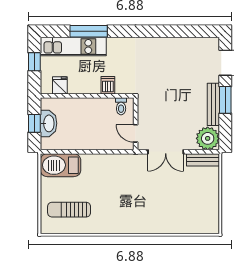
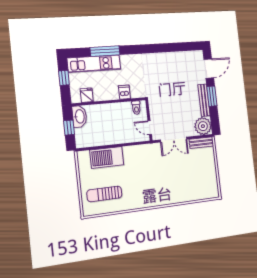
washbasin: (48, 123) -> (79, 116), moved
barbecue: (60, 165) -> (107, 158), moved

